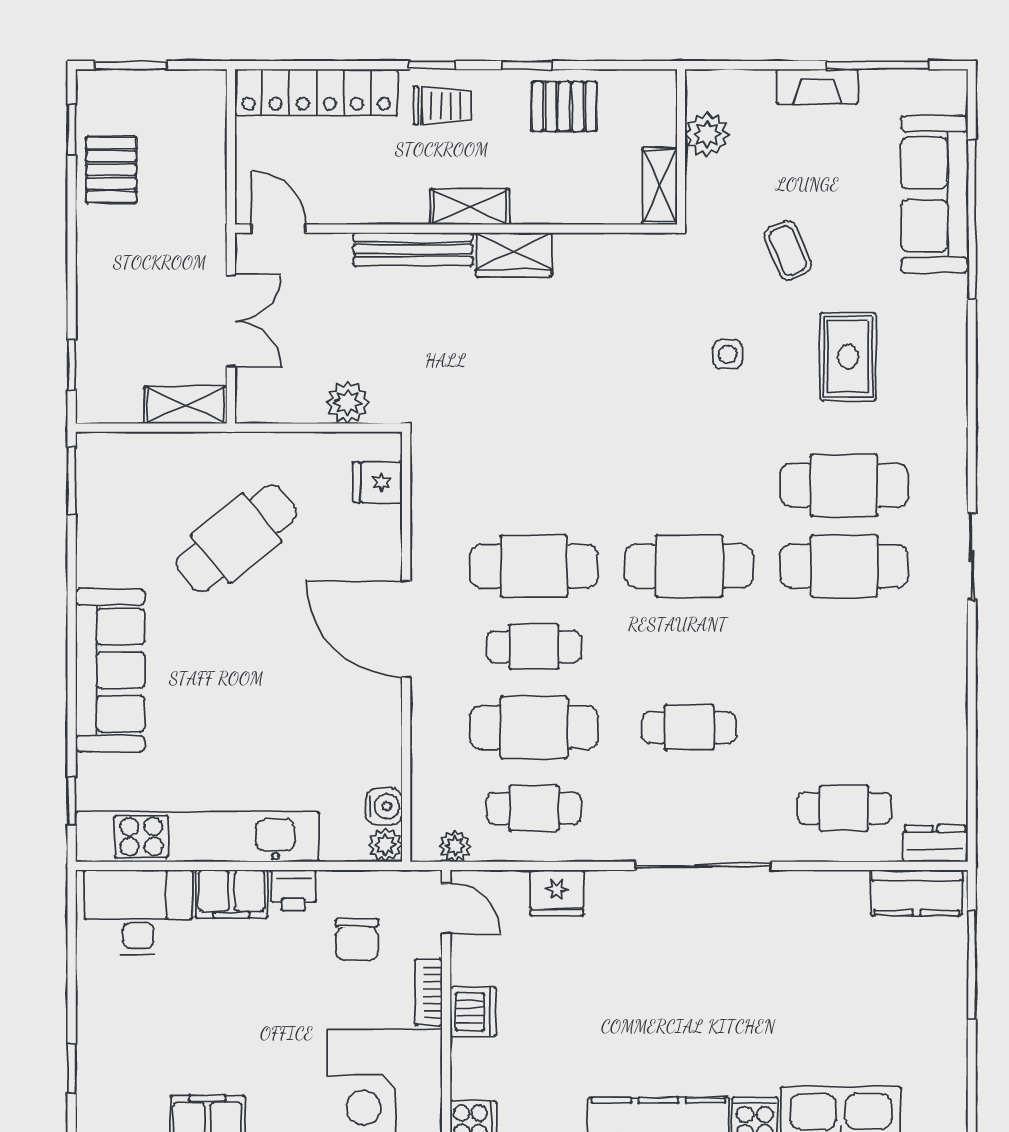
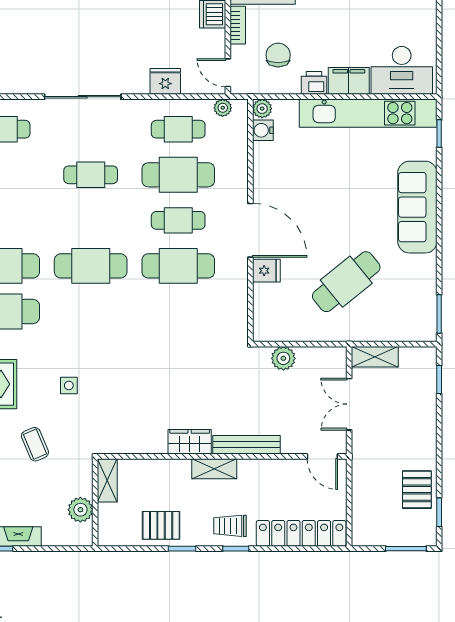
fridge: (378, 482) -> (266, 271), moved

